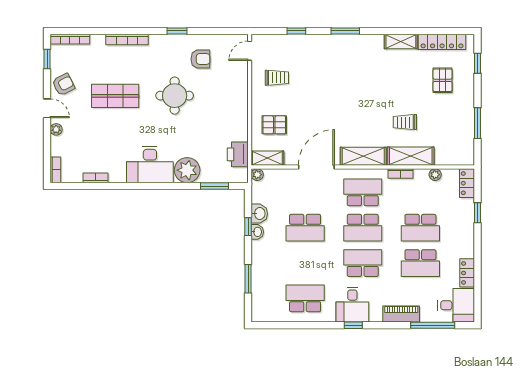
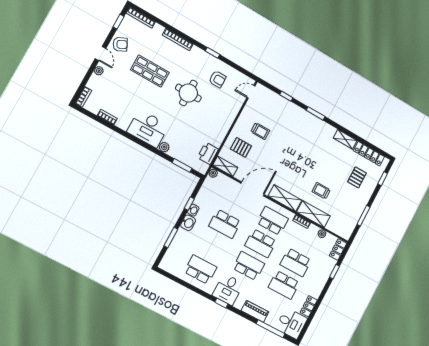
trolley: (277, 78) -> (260, 131), moved
plant: (187, 170) -> (164, 147), width x0.53, depth x0.53
washbasin: (259, 214) -> (188, 223), moved

